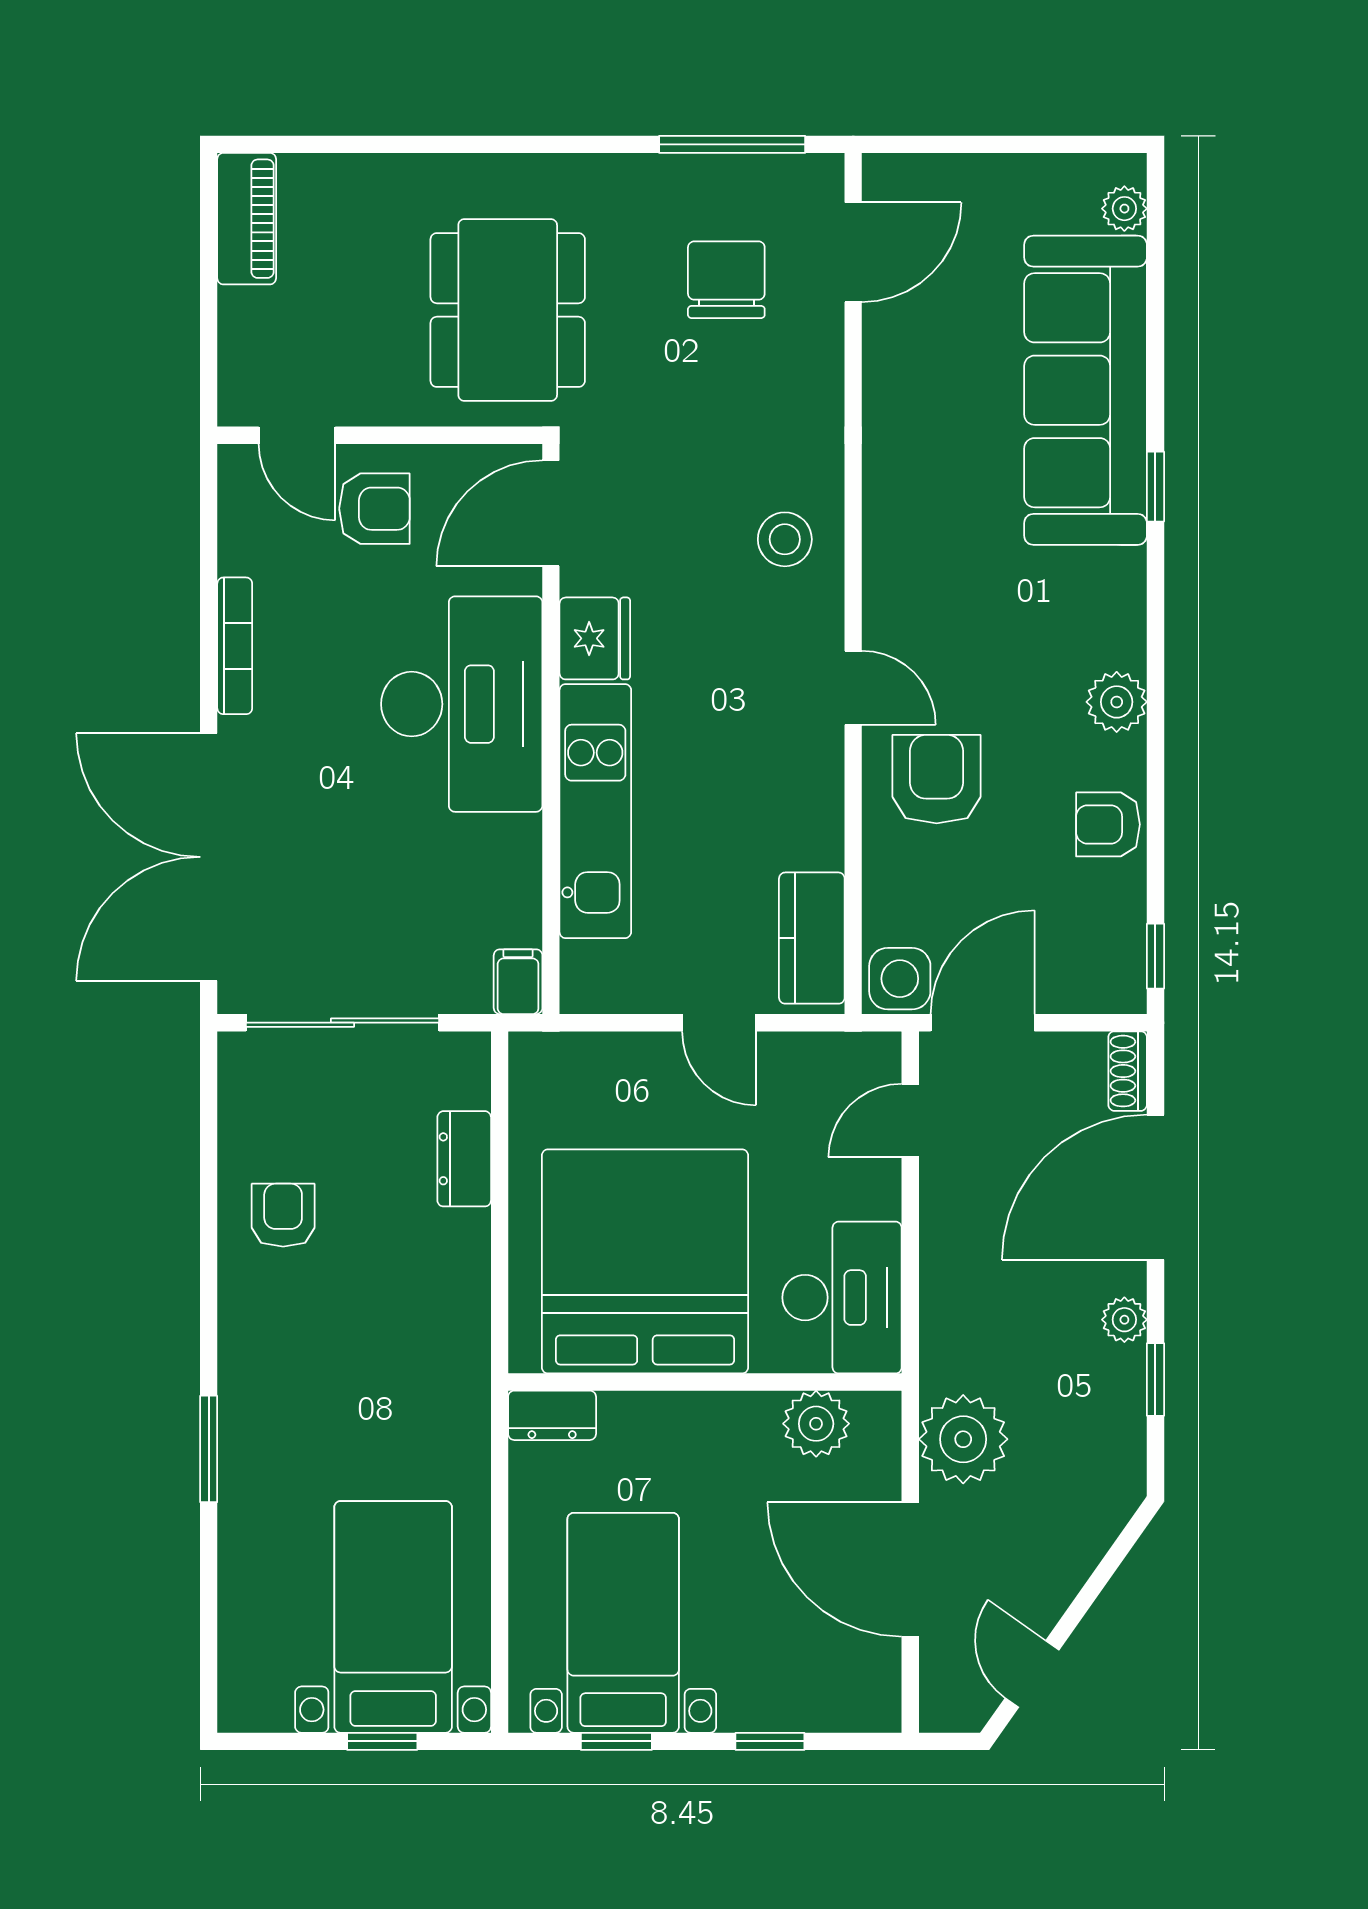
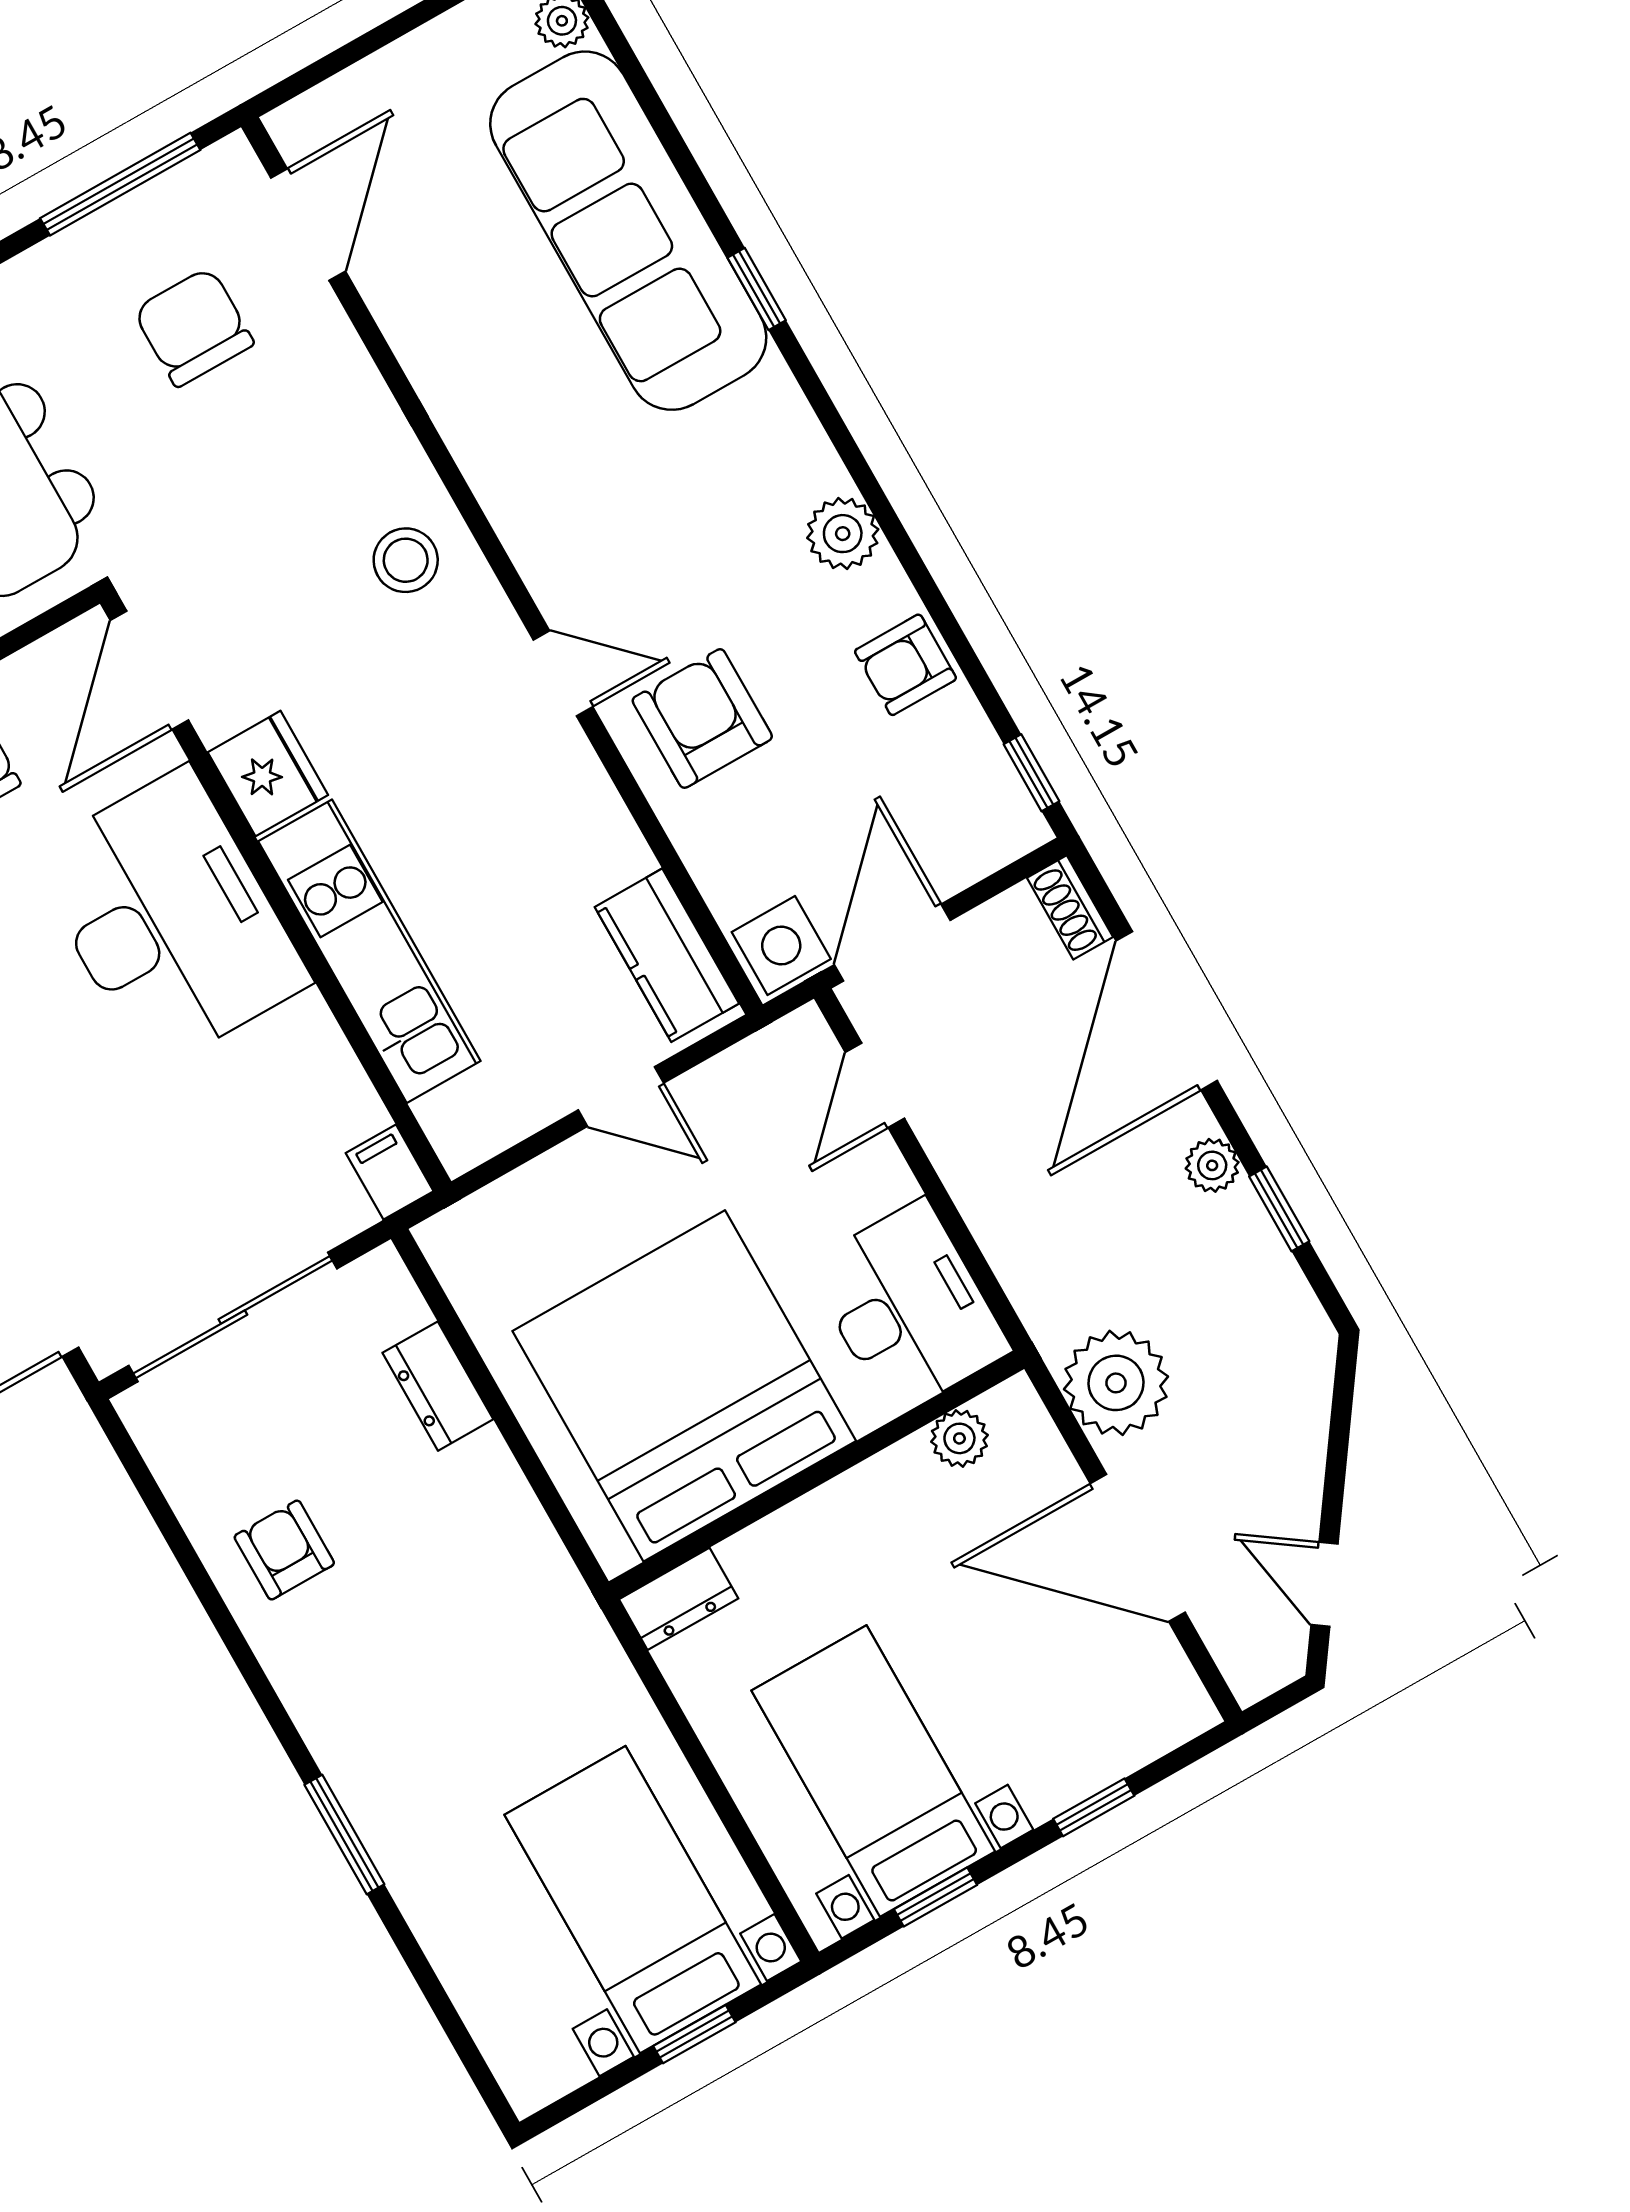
plant: (816, 1424) -> (959, 1438), width x0.73, depth x0.73

